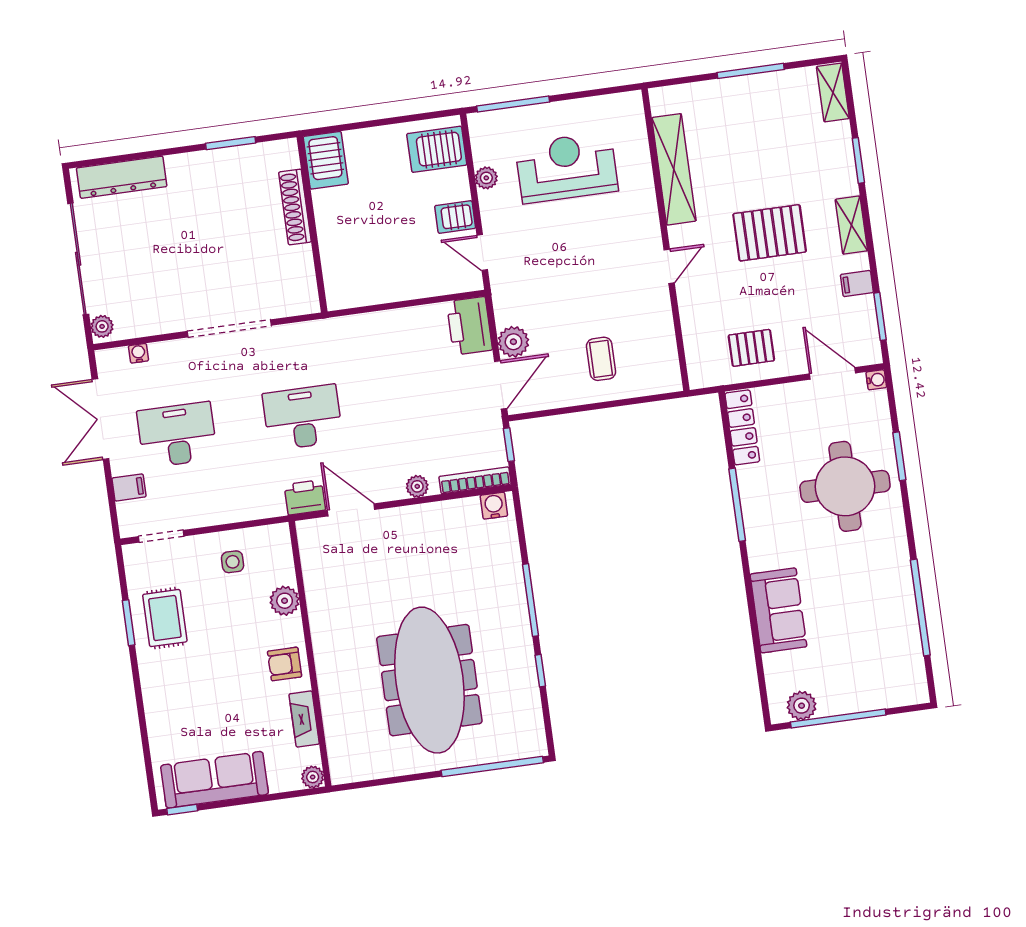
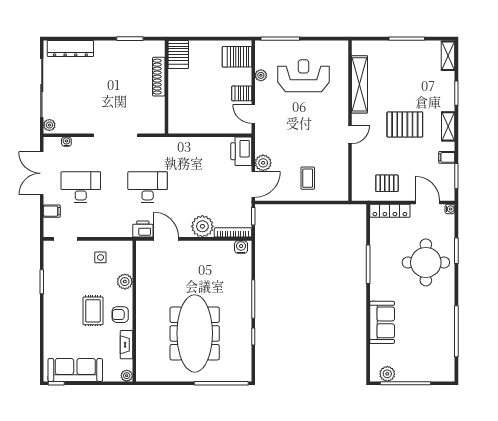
locker: (742, 427) -> (390, 211), moved, turned 90
plant: (417, 486) -> (202, 226), width x1.87, depth x1.87
rug: (165, 618) -> (93, 311), moved

